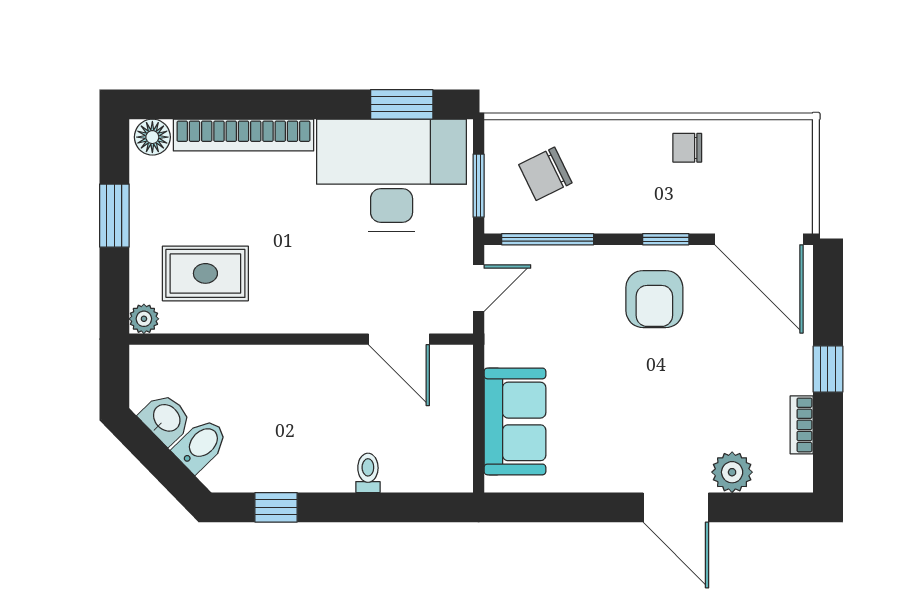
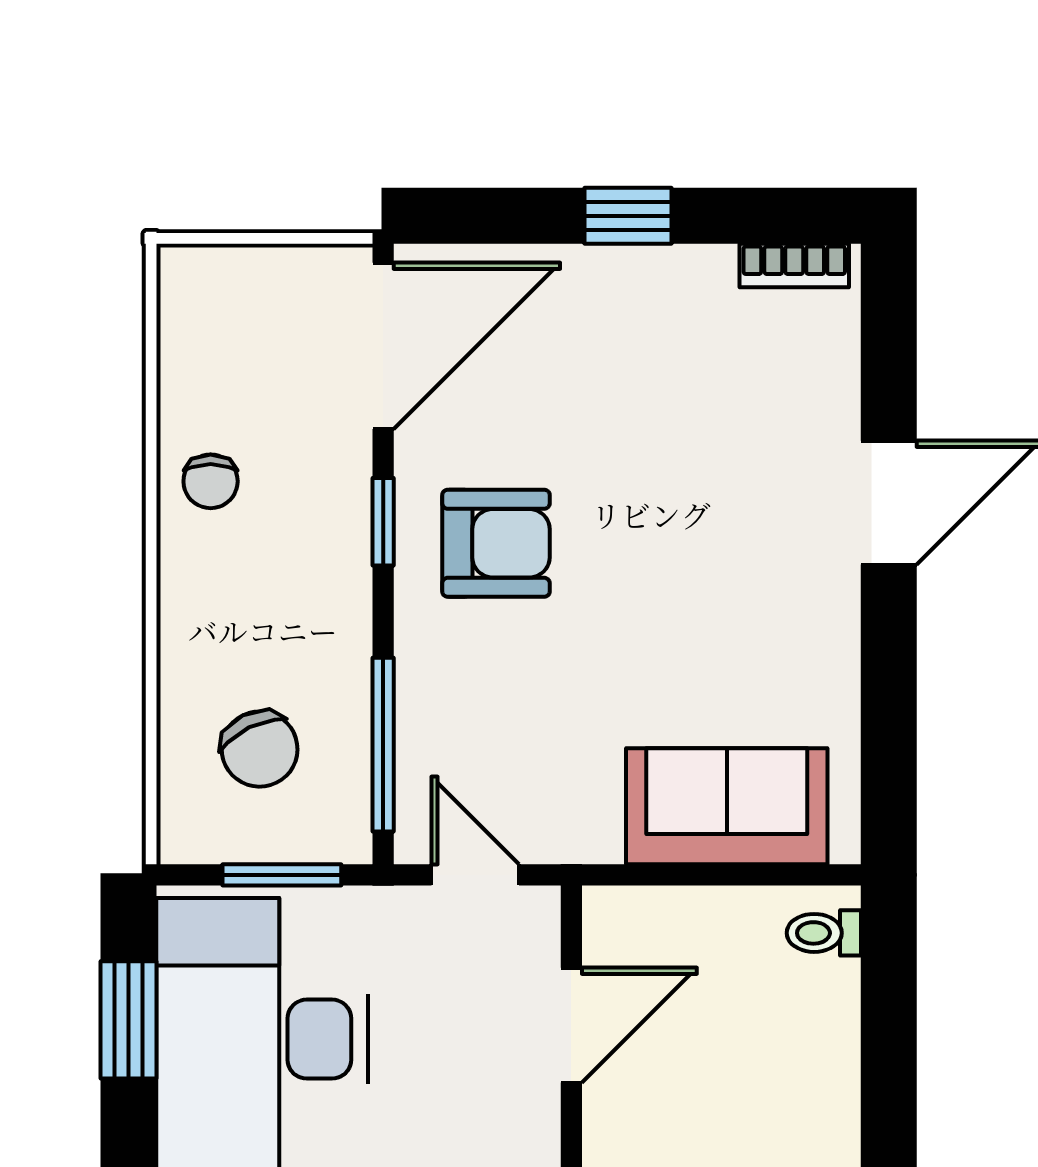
bookcase: (802, 425) -> (794, 265), moved
plant: (732, 472) -> (823, 397), removed
toilet: (368, 473) -> (824, 933), moved

